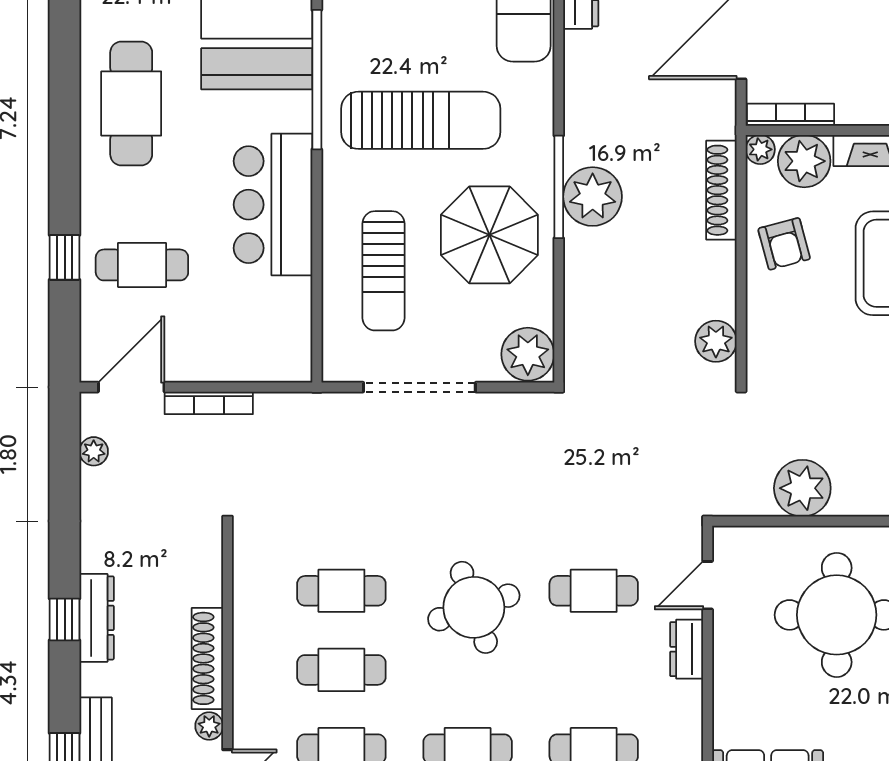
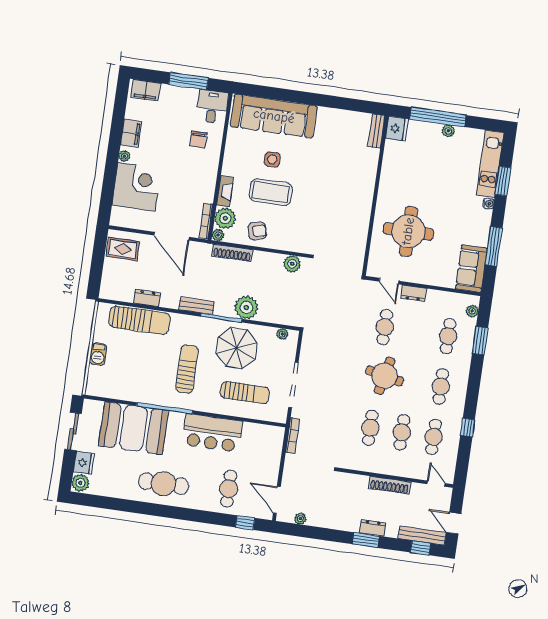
sun lounger: (421, 120) -> (187, 369), width x0.73, depth x0.75
bench: (579, 122) -> (197, 306), added
plant: (593, 197) -> (246, 307), moved
window: (65, 257) -> (245, 523), moved
plant: (528, 354) -> (282, 334), width x0.53, depth x0.53
bookcase: (209, 403) -> (293, 436), moved
plant: (802, 488) -> (356, 238), removed
round table: (474, 607) -> (385, 376), turned 31
dresser: (97, 618) -> (372, 528), width x0.70
window: (65, 619) -> (366, 540), width x1.50
plant: (209, 726) -> (417, 488), removed

